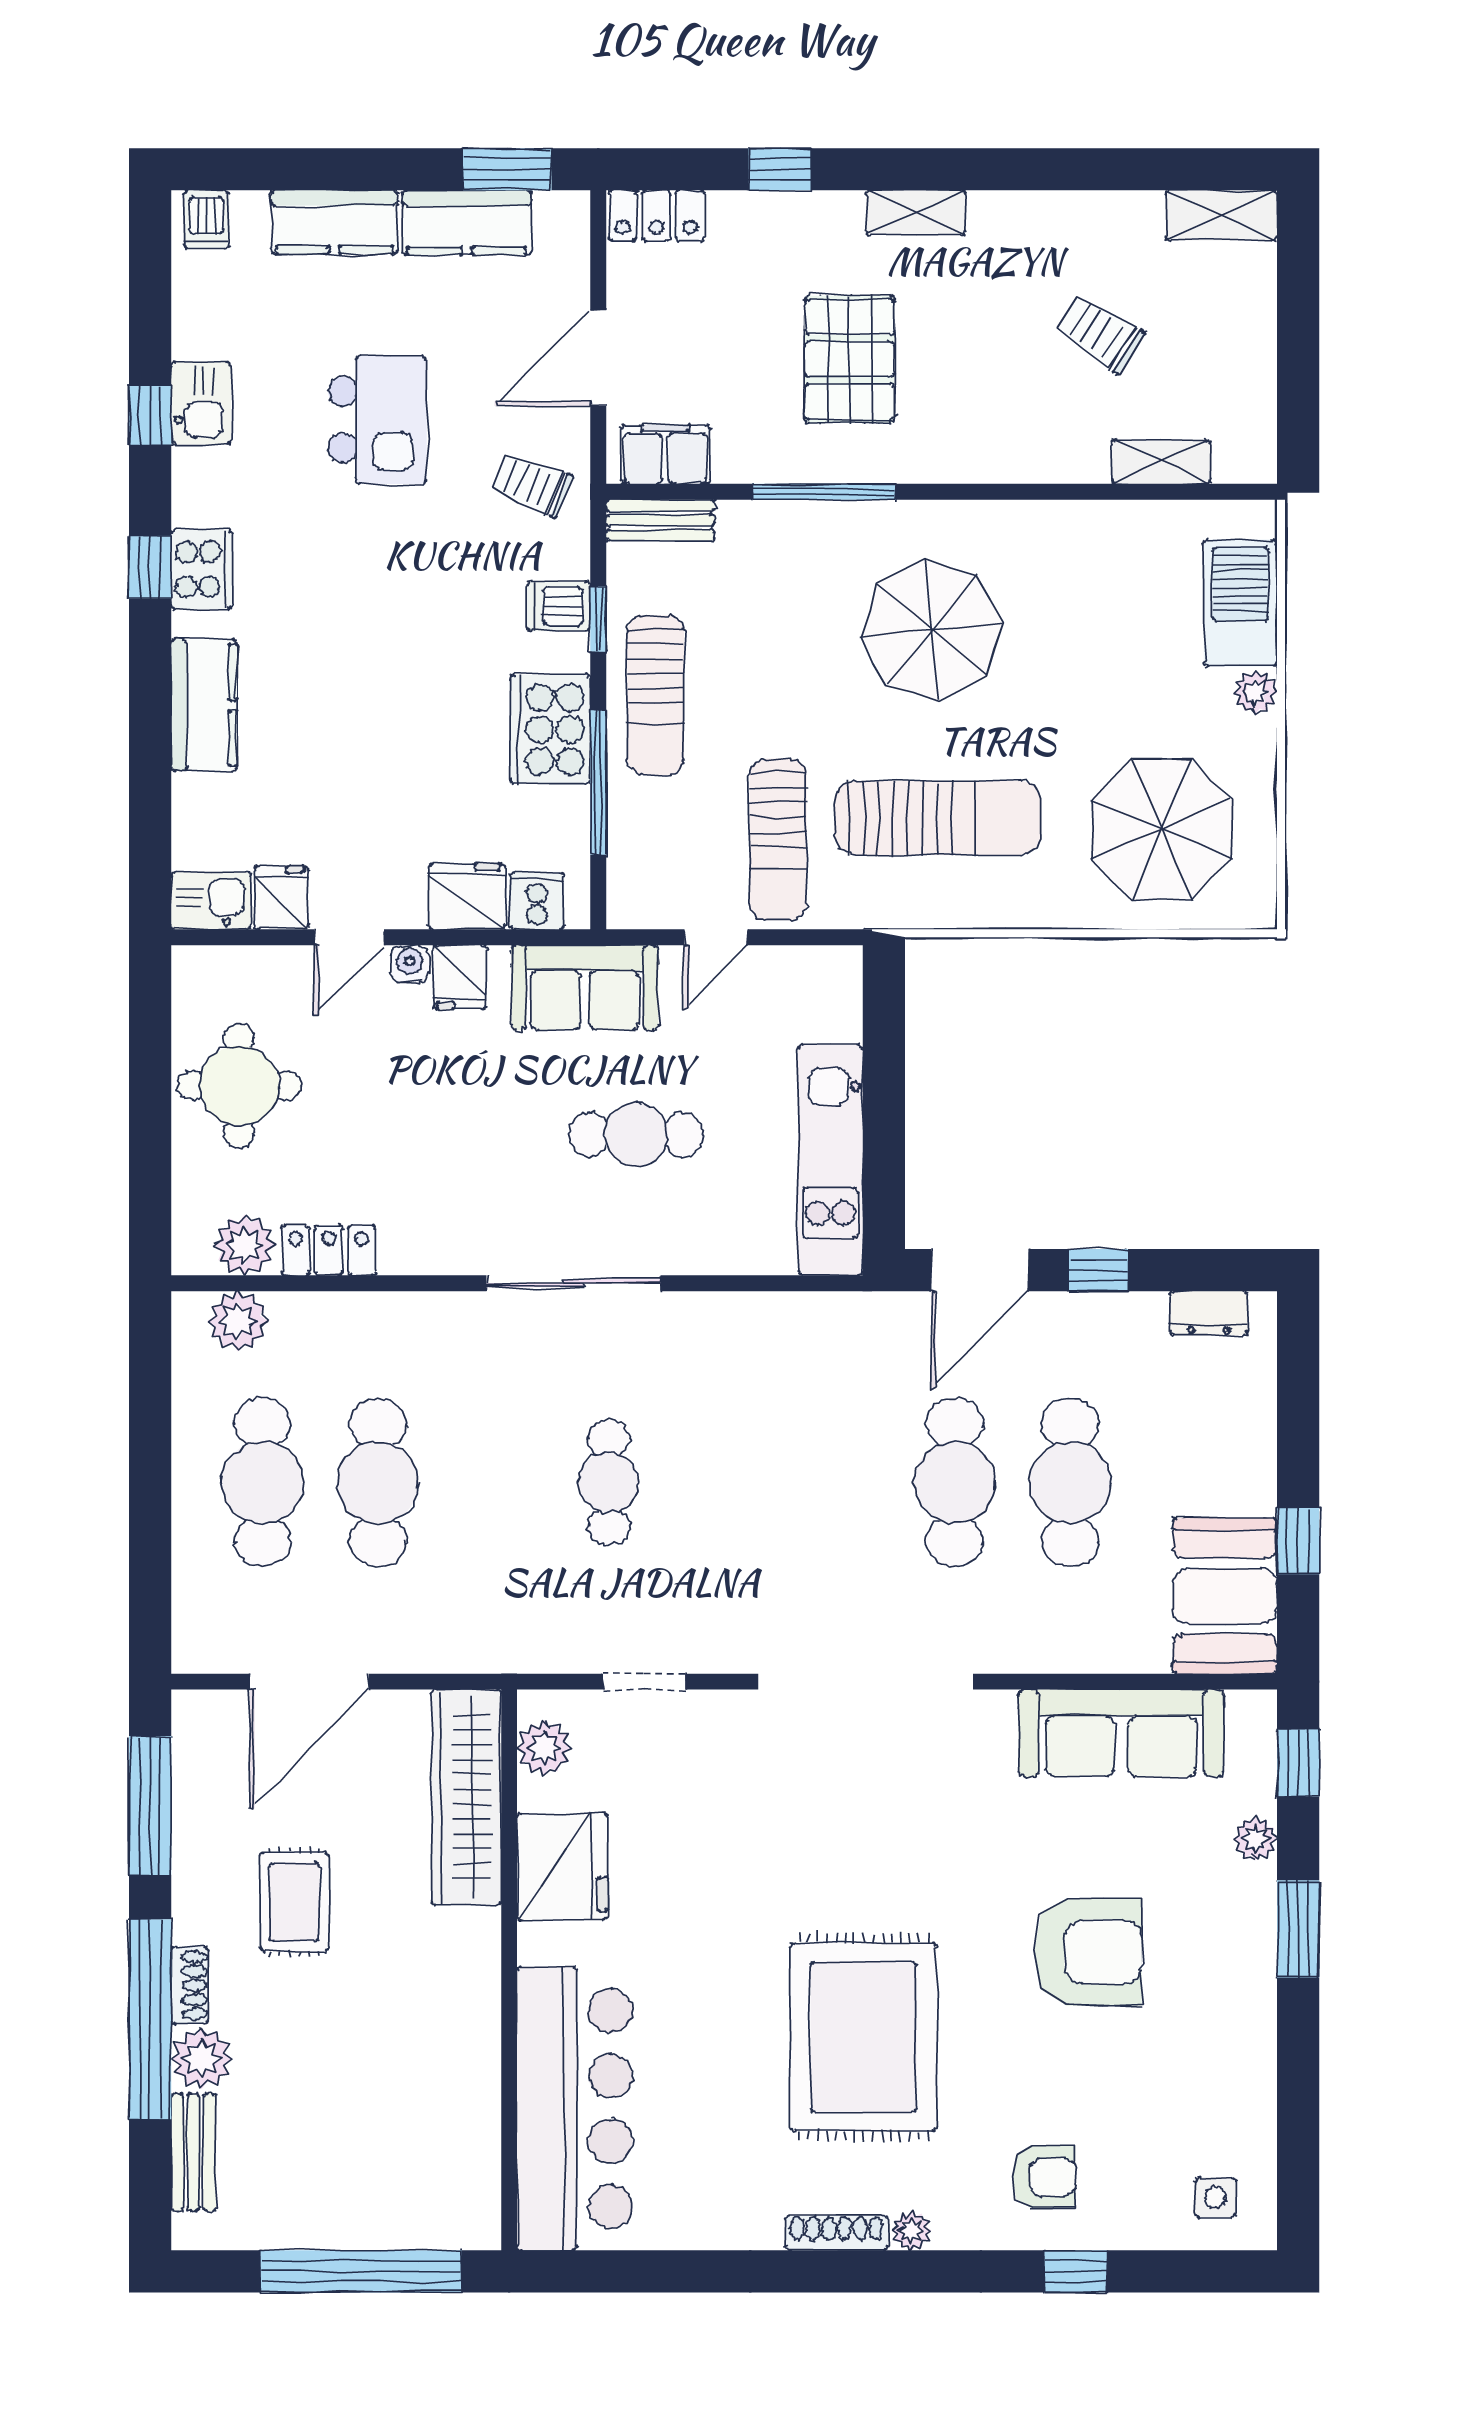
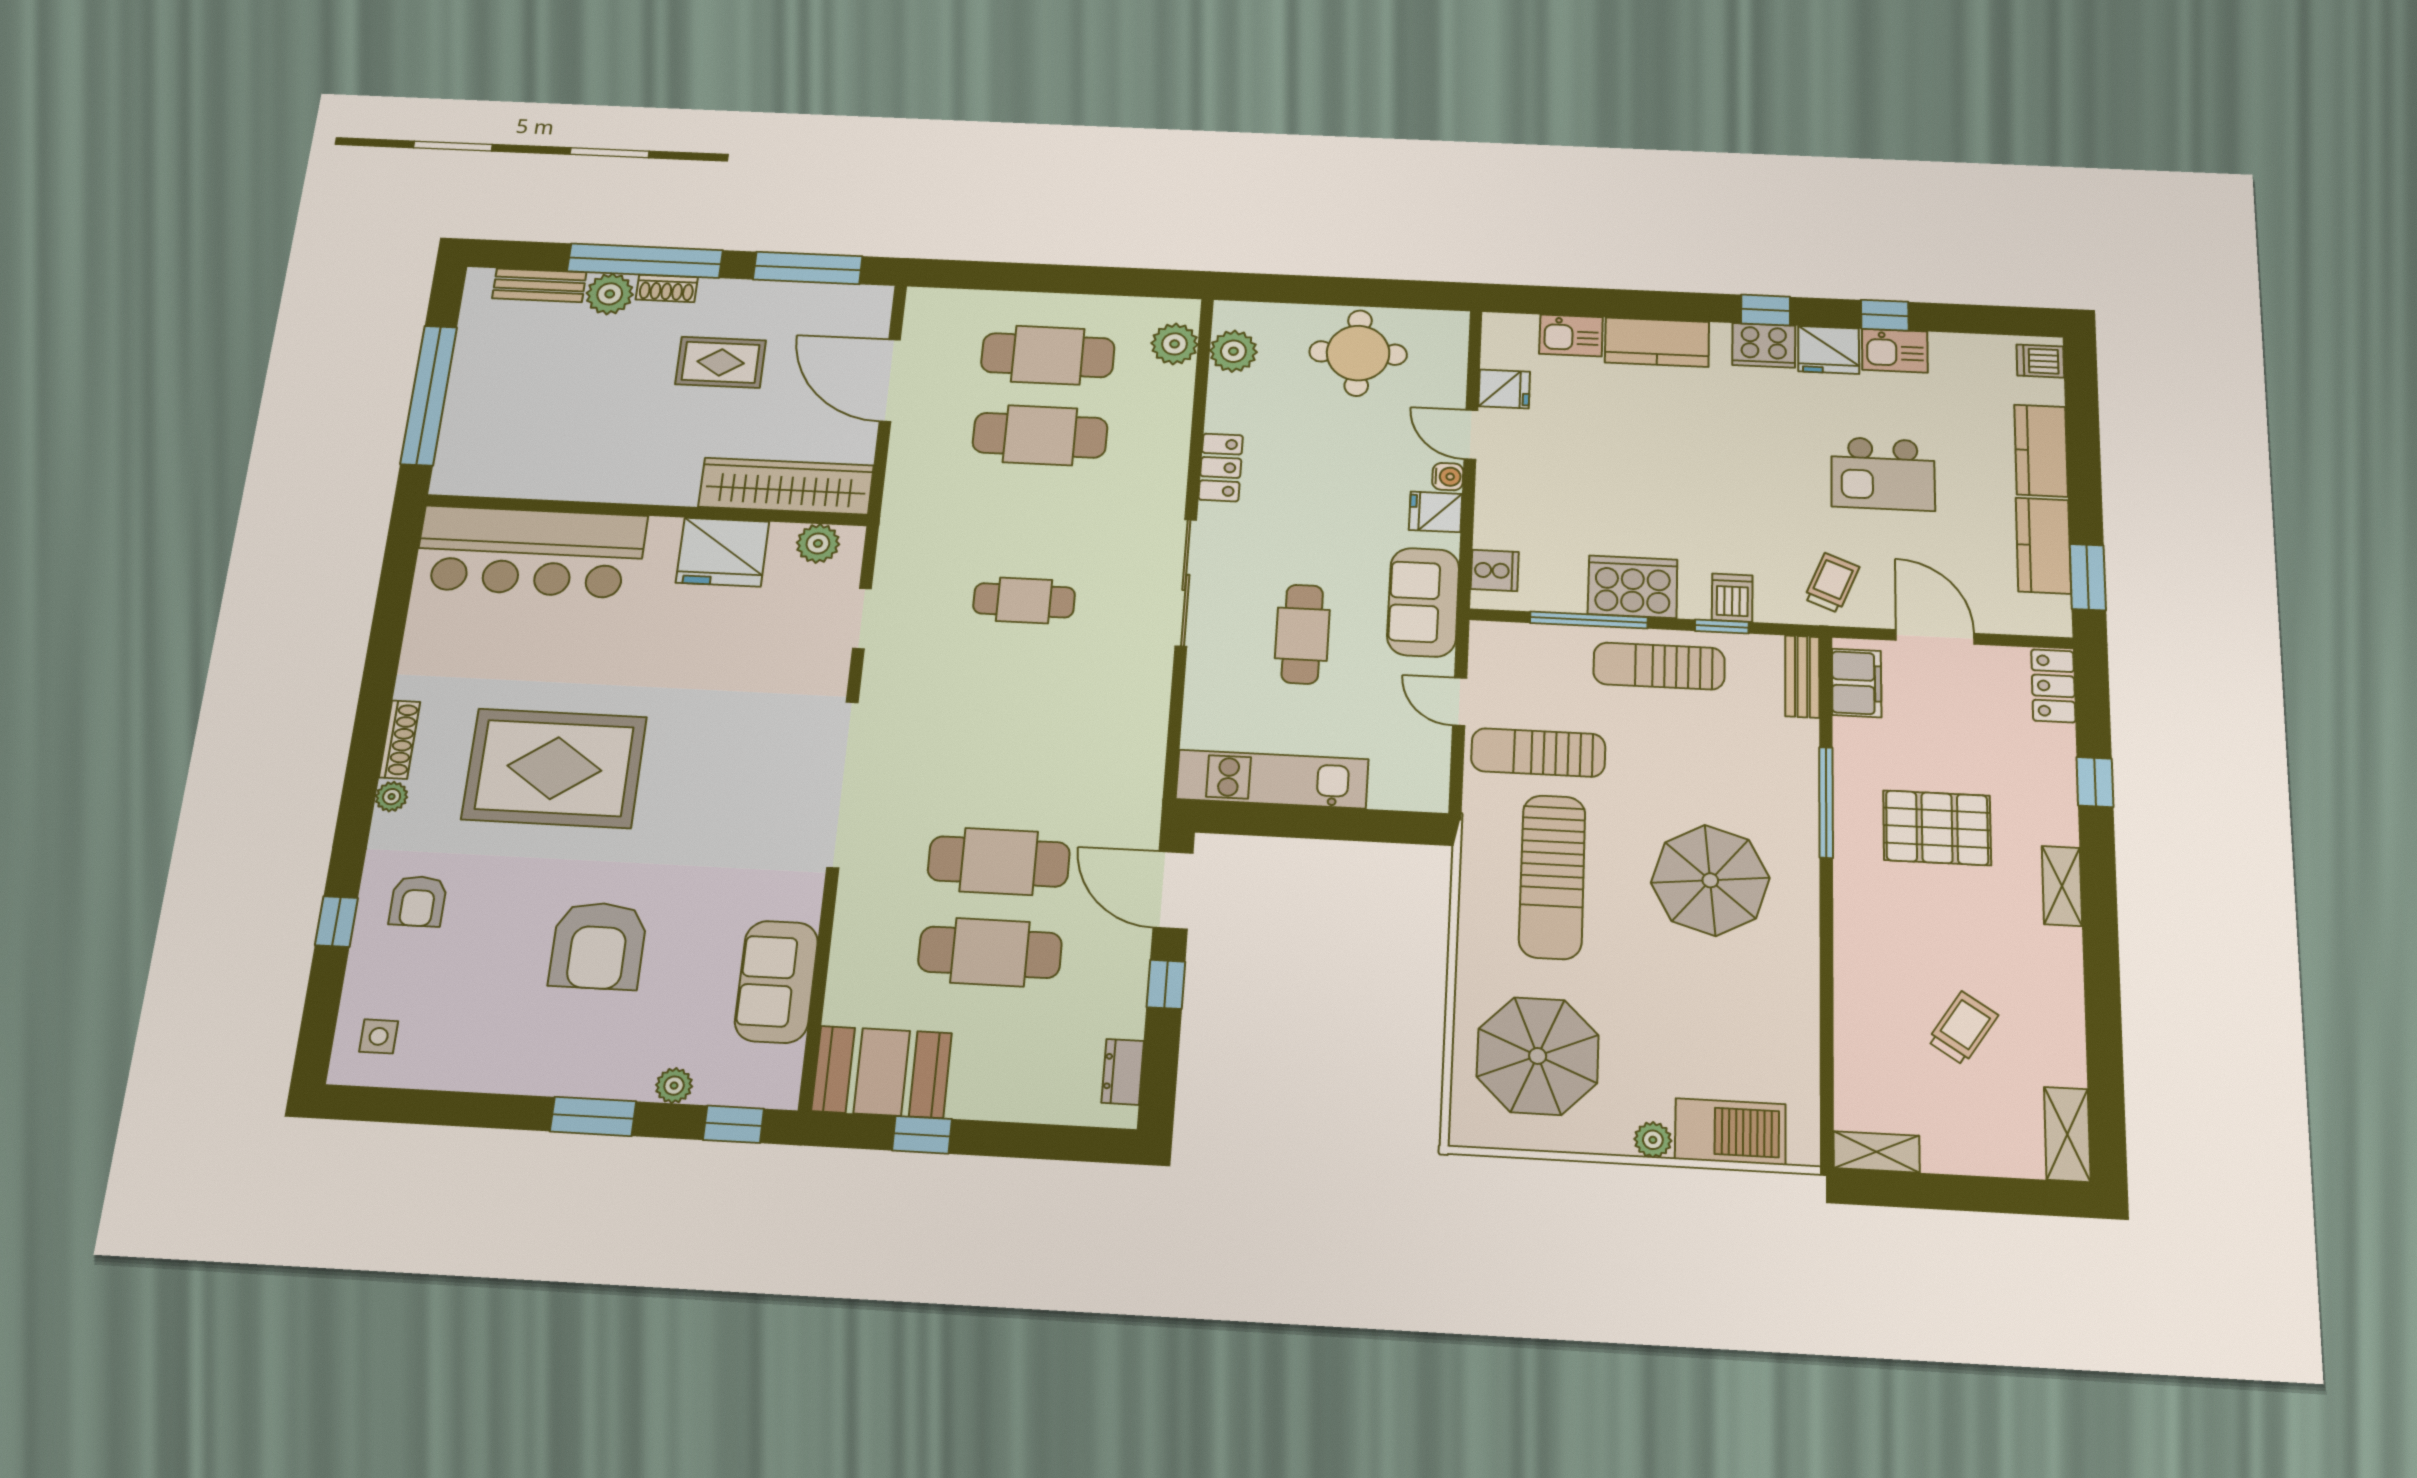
shelving: (1161, 462) -> (1877, 1152), moved, turned 90
fridge: (467, 896) -> (1829, 350), moved, turned 90
kitchen sink: (211, 901) -> (1571, 336), moved, turned 90
locker: (329, 1250) -> (1221, 467), moved
sofa: (1121, 1733) -> (776, 982), width x0.73

